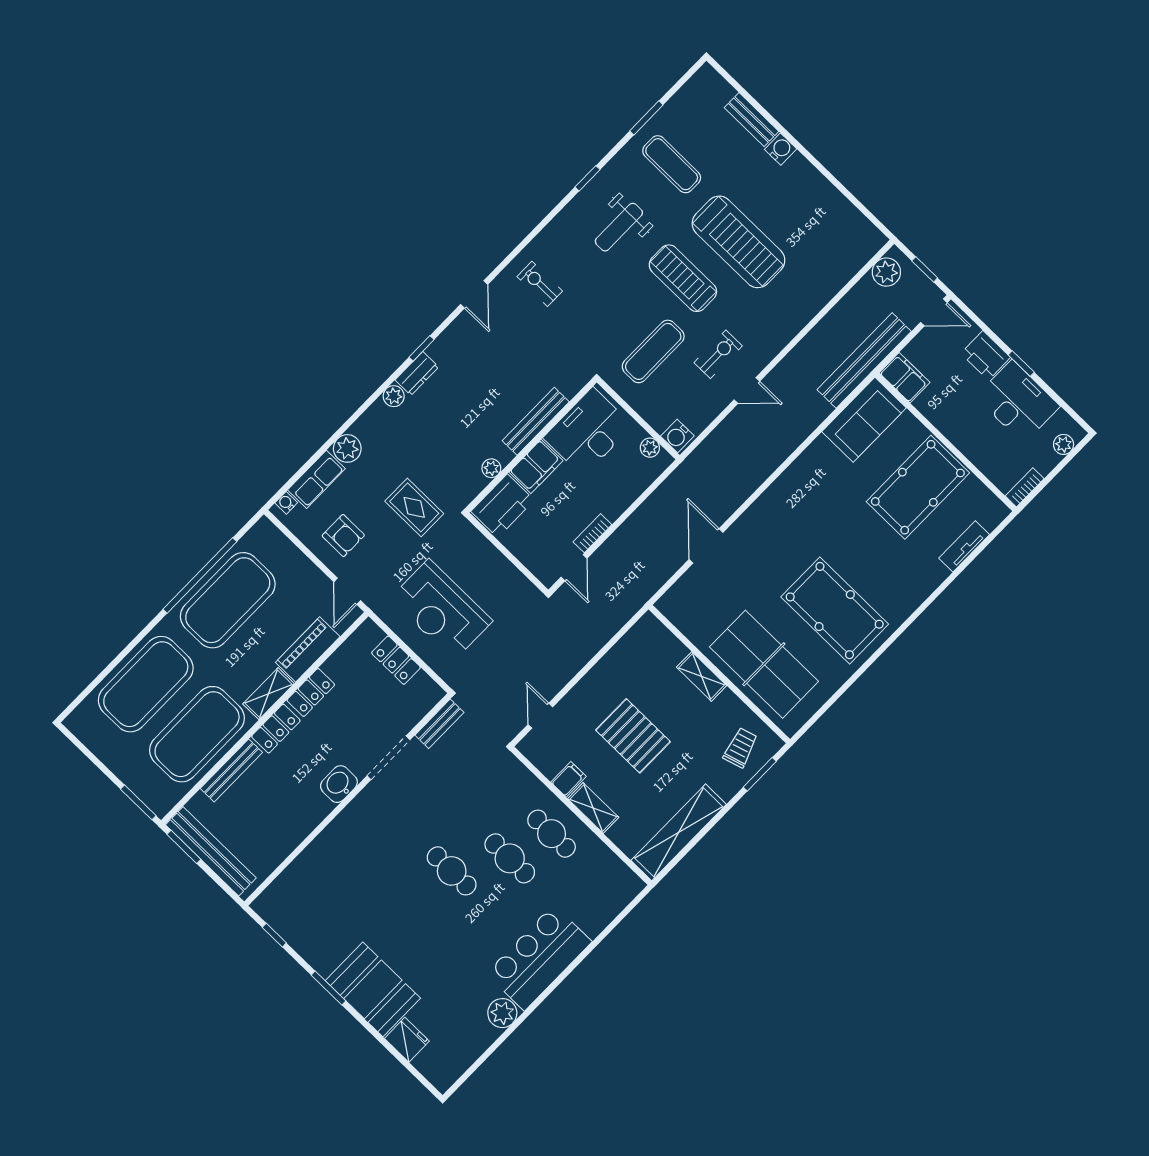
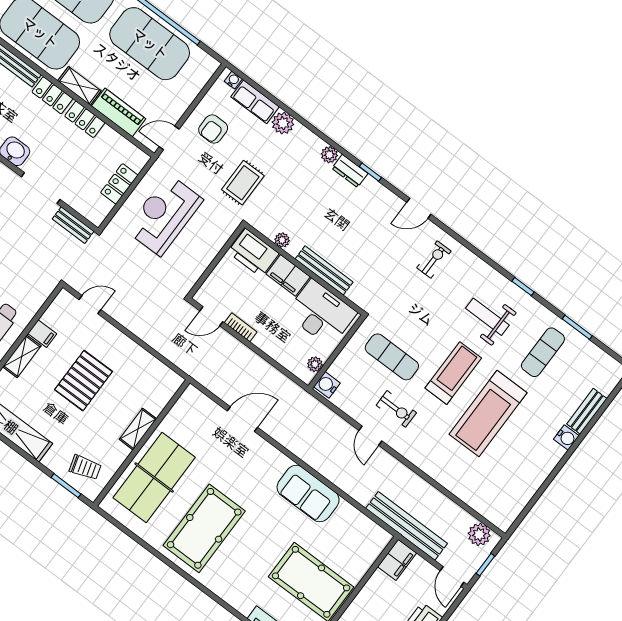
sofa: (864, 420) -> (308, 494), moved

